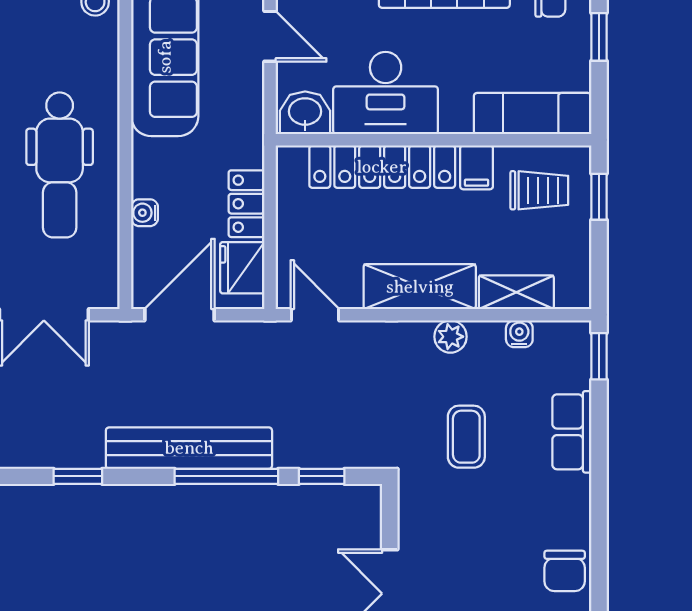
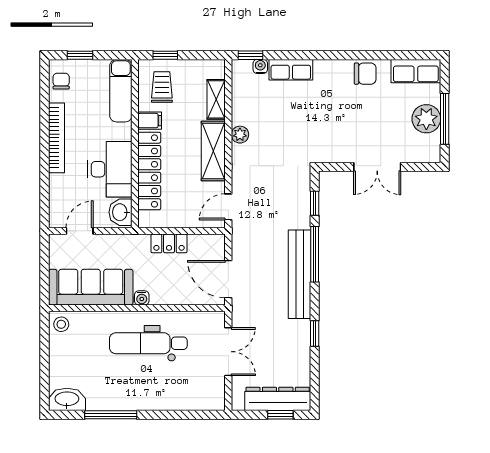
dental chair: (60, 165) -> (148, 343), turned 180
water cooler: (145, 213) -> (142, 298), moved
fridge: (242, 268) -> (203, 246), removed
water cooler: (519, 334) -> (260, 66), moved, turned 90
coffee table: (466, 437) -> (293, 126), removed

